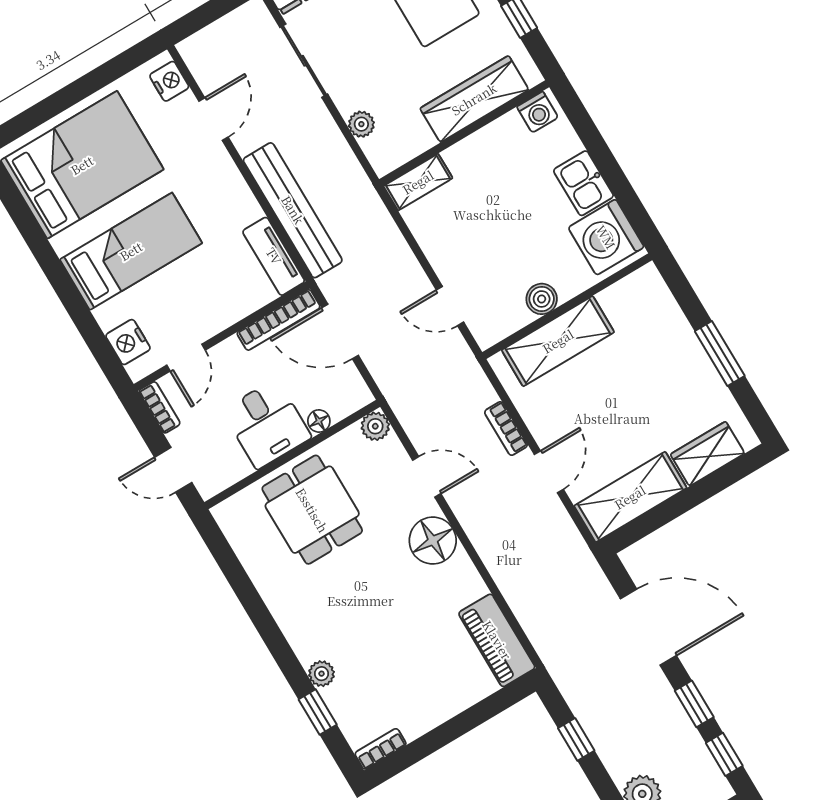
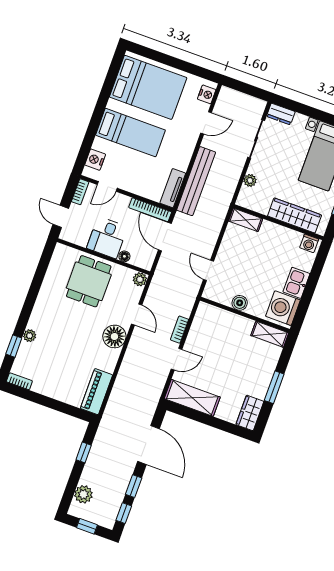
shelving: (558, 341) -> (270, 334), moved, width x0.67, depth x0.75
wardrobe: (708, 454) -> (250, 413), moved, turned -90

